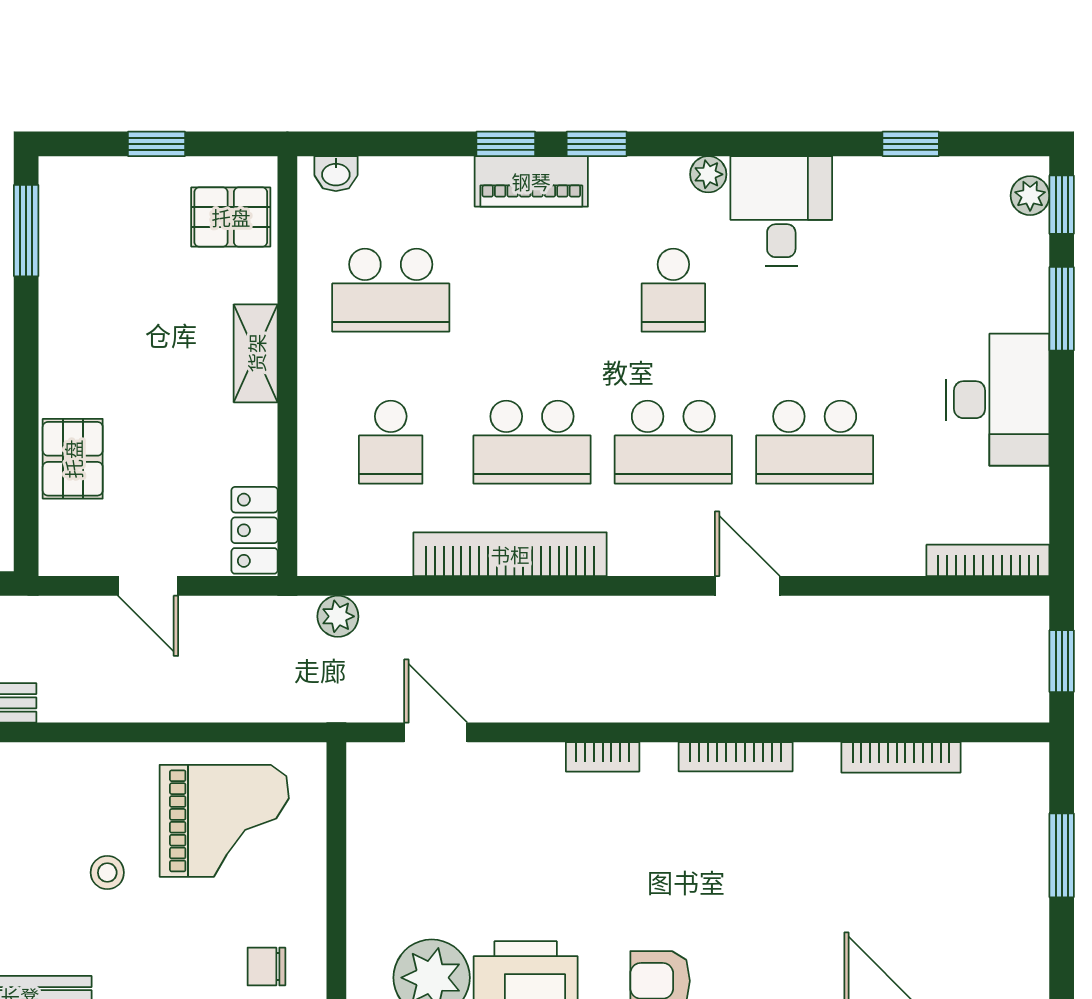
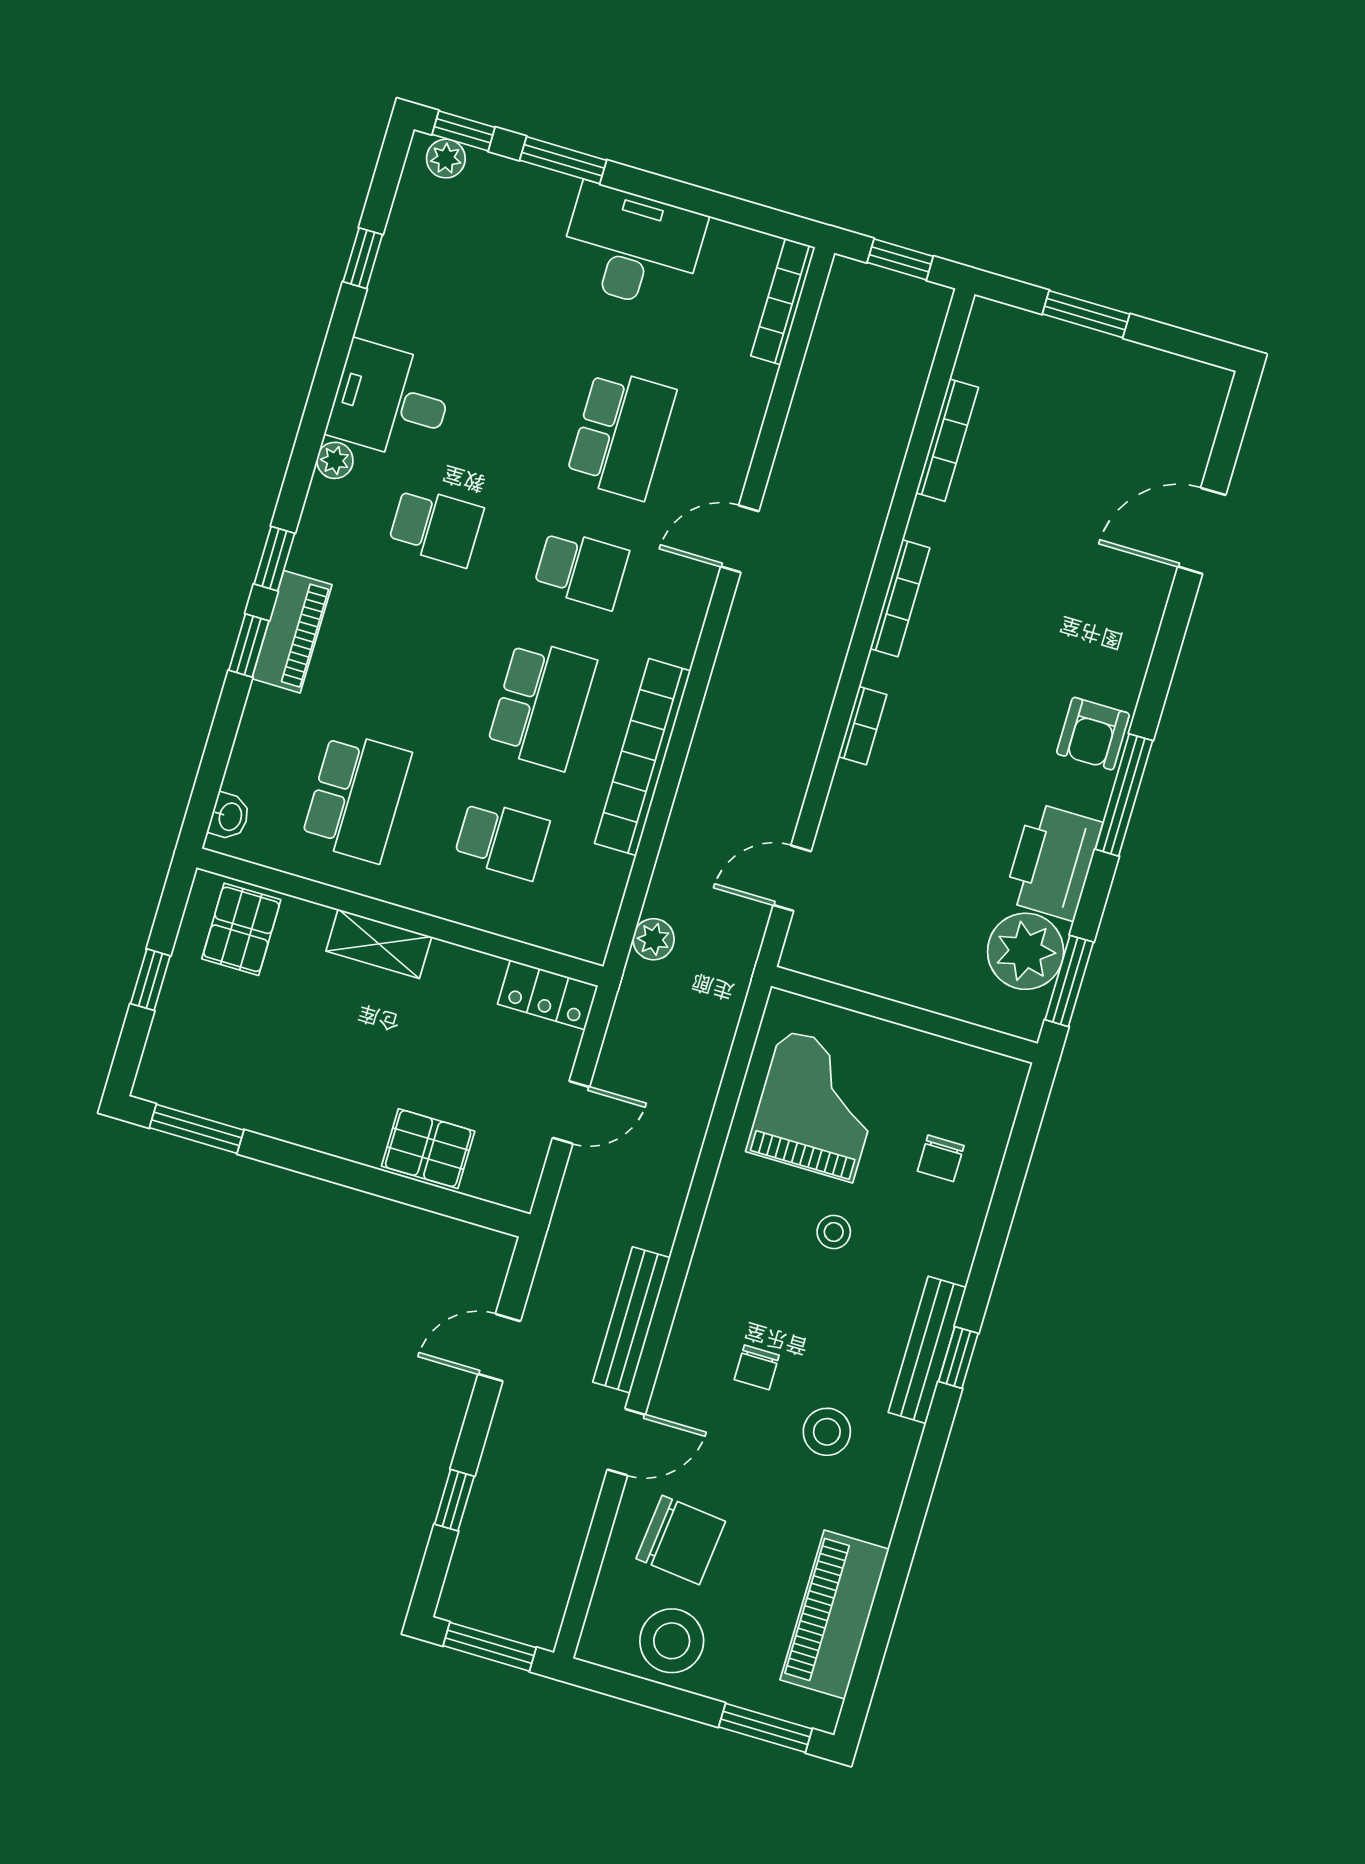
school desk: (673, 442) -> (581, 569), width x0.54
chair: (266, 967) -> (941, 1158), moved

